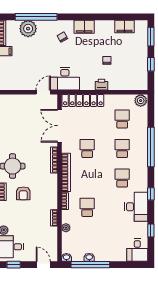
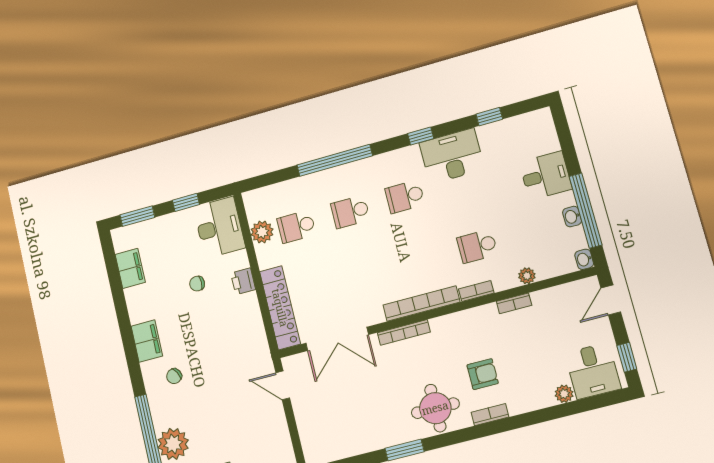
desk: (65, 79) -> (219, 227), moved
plant: (141, 101) -> (262, 232), moved
school desk: (87, 148) -> (366, 276), removed
desk: (137, 250) -> (546, 176), moved

